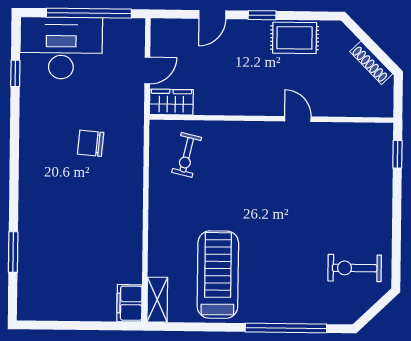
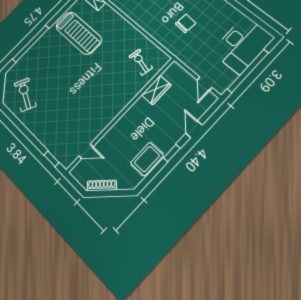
door: (147, 71) -> (205, 84), moved
window: (15, 73) -> (249, 14), removed
wardrobe: (171, 102) -> (156, 90), moved
door: (298, 119) -> (86, 151), moved
exercise bike: (355, 268) -> (25, 95), turned -63

